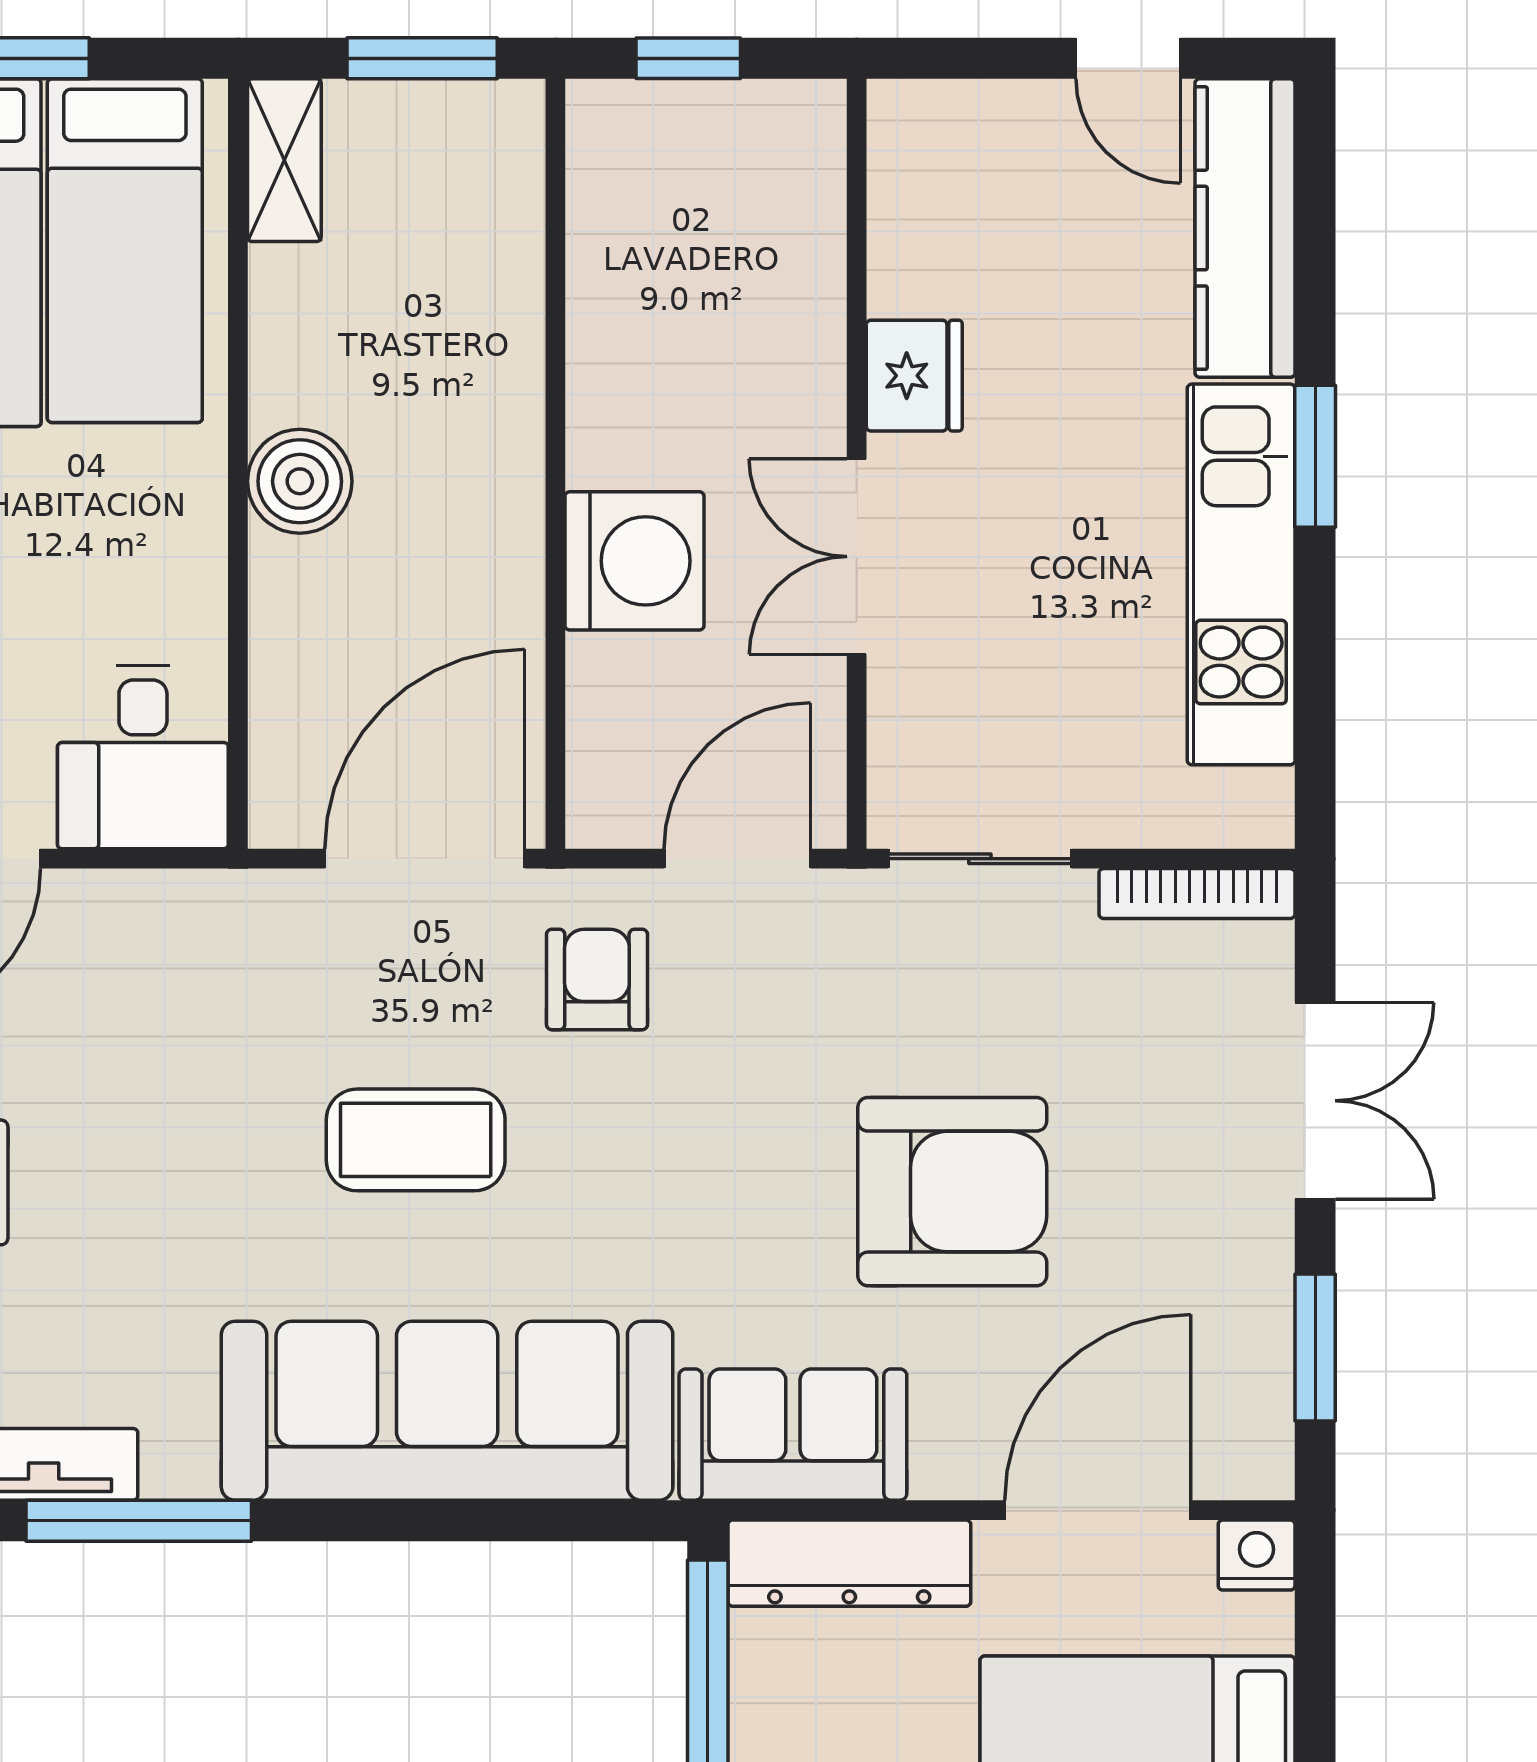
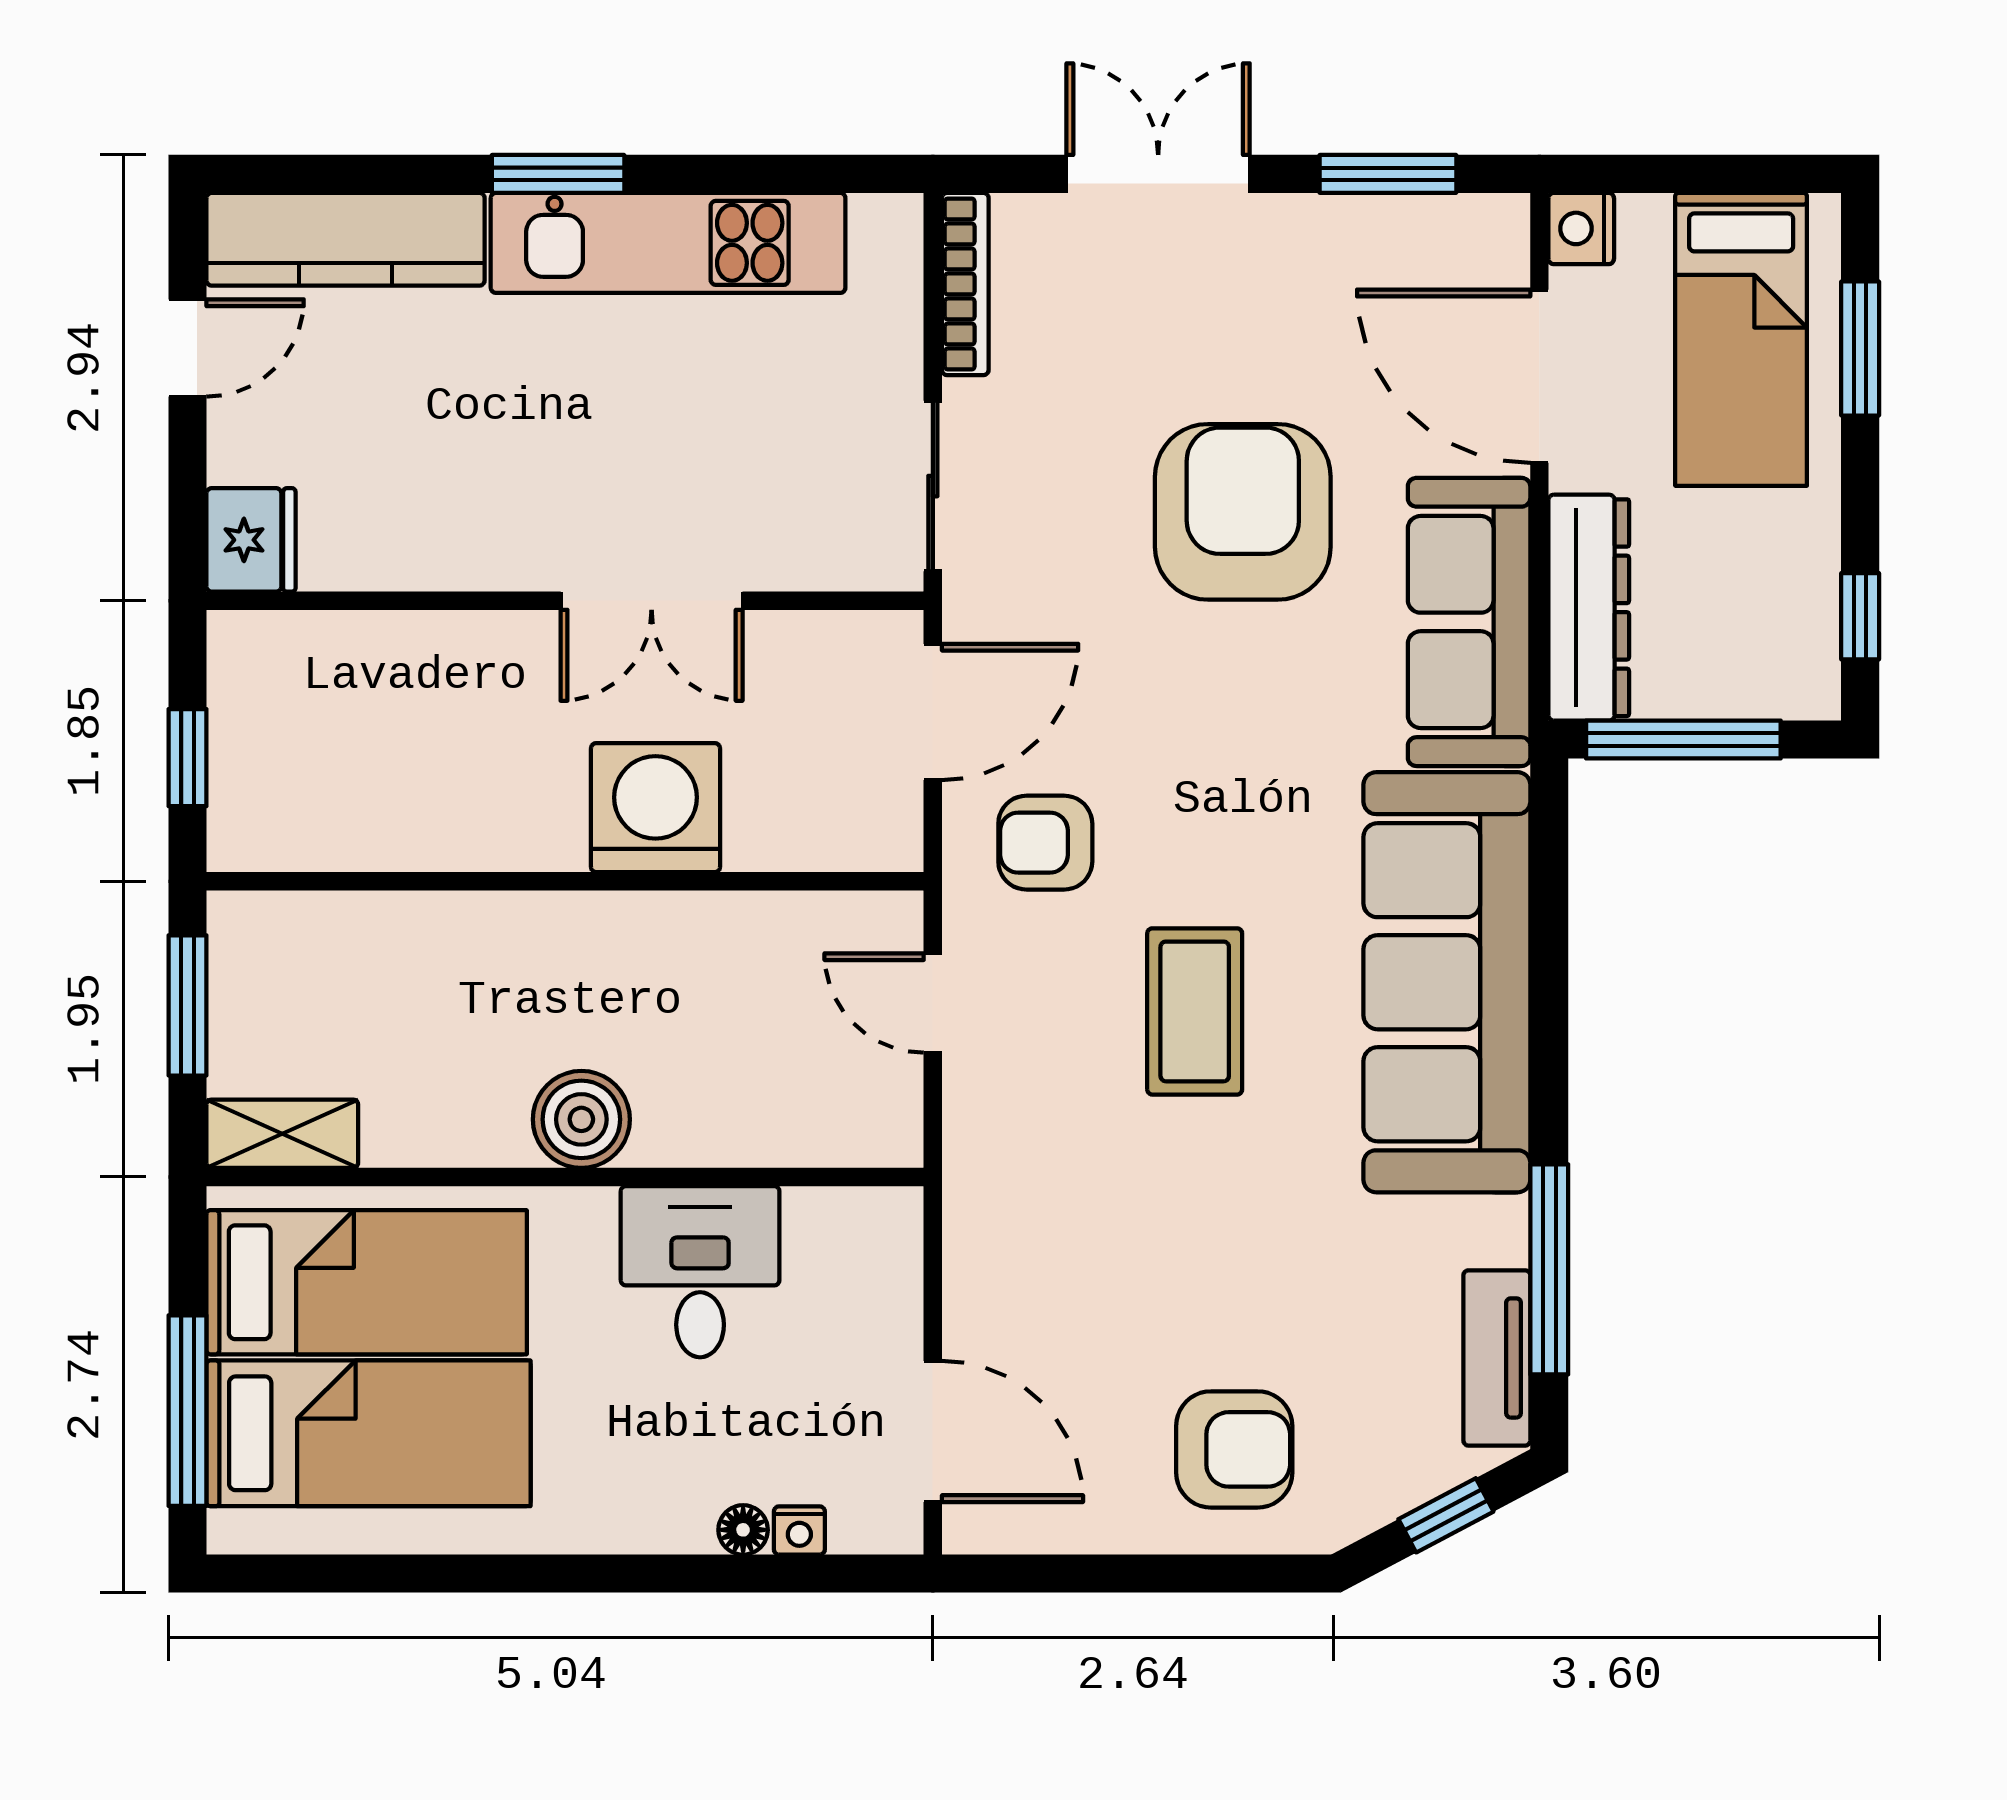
fridge: (914, 376) -> (251, 540), moved, turned 90
desk: (143, 757) -> (700, 1272), moved, turned -90
door: (425, 859) -> (933, 1003), width x0.53
door: (737, 859) -> (933, 712), swing flipped
sofa: (793, 1435) -> (1469, 622), width x1.36

